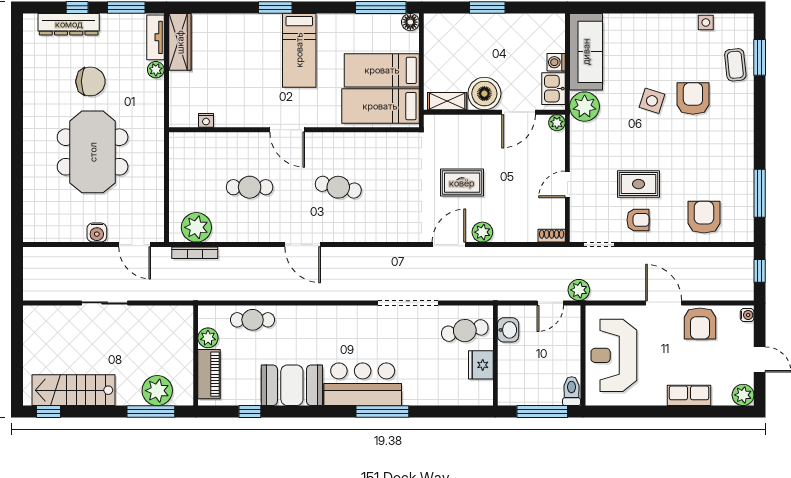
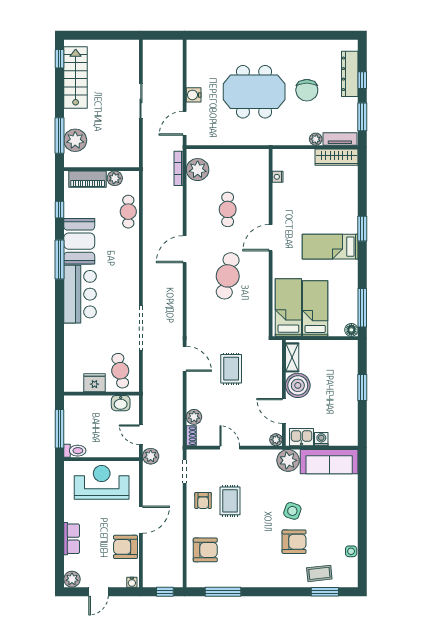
cafe table: (338, 187) -> (228, 276), width x1.37, depth x1.35
plant: (482, 232) -> (194, 417), moved
window: (382, 412) -> (60, 260), moved

